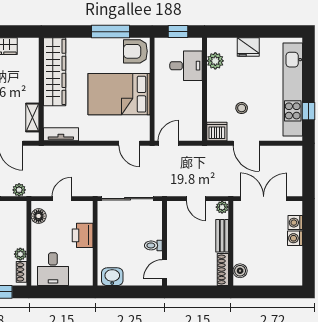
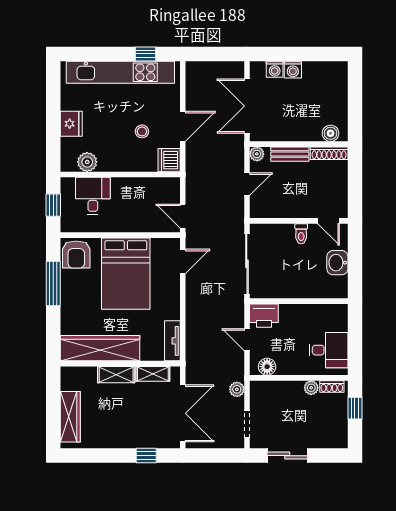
shelving: (32, 86) -> (116, 375), added
printer: (83, 235) -> (264, 316), moved
washbasin: (112, 277) -> (337, 263), moved

